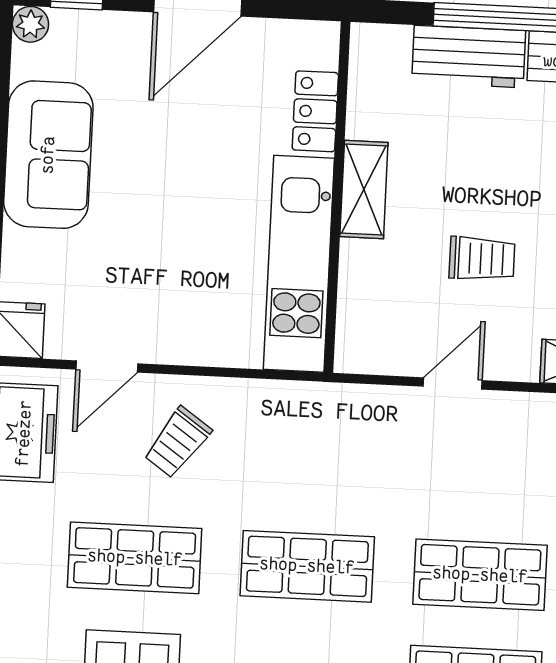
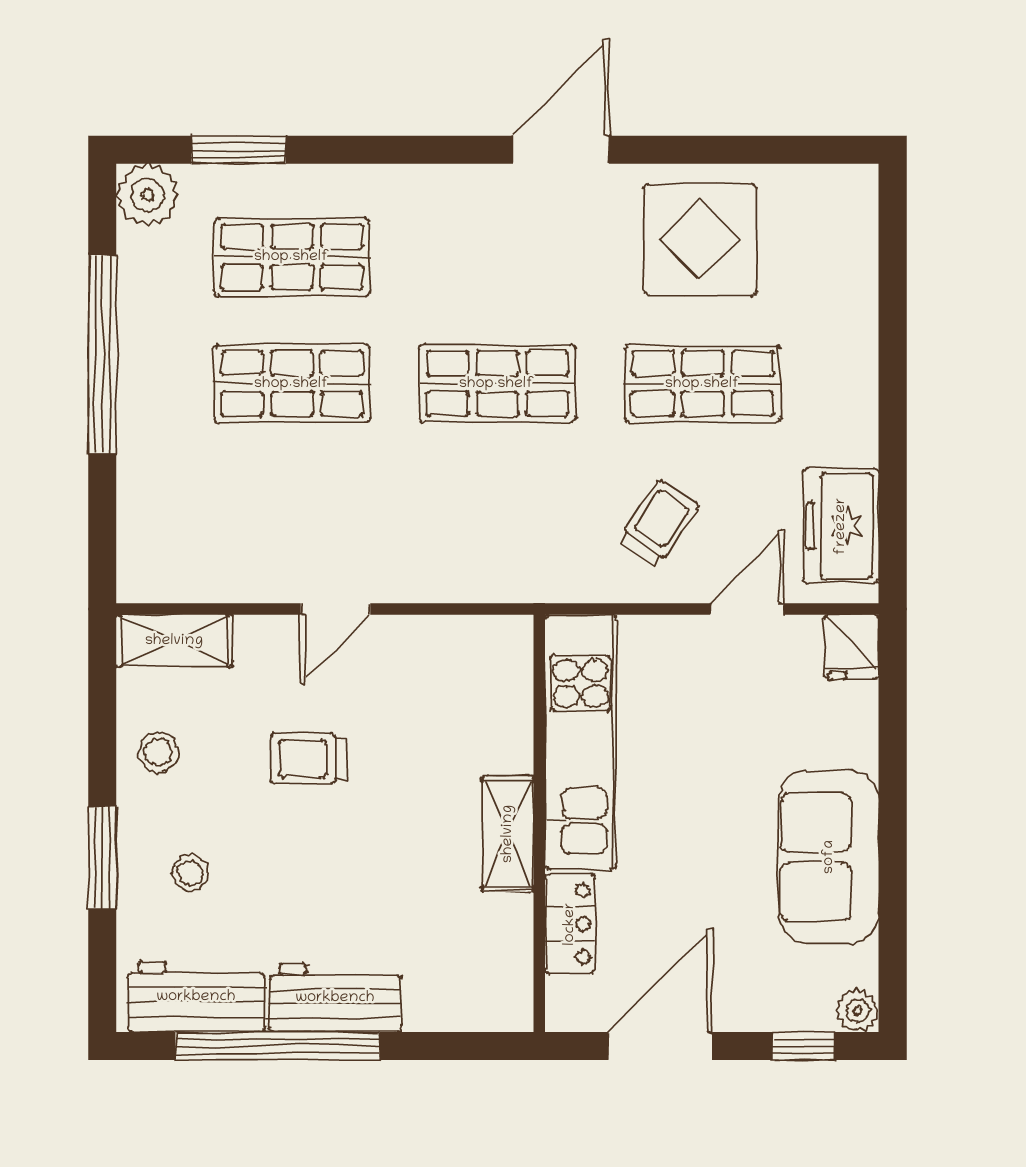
locker: (315, 111) -> (570, 924), moved
shelving: (364, 189) -> (508, 834), moved
wall: (337, 197) -> (539, 823), moved
kitchen unit: (299, 264) -> (581, 742), moved

